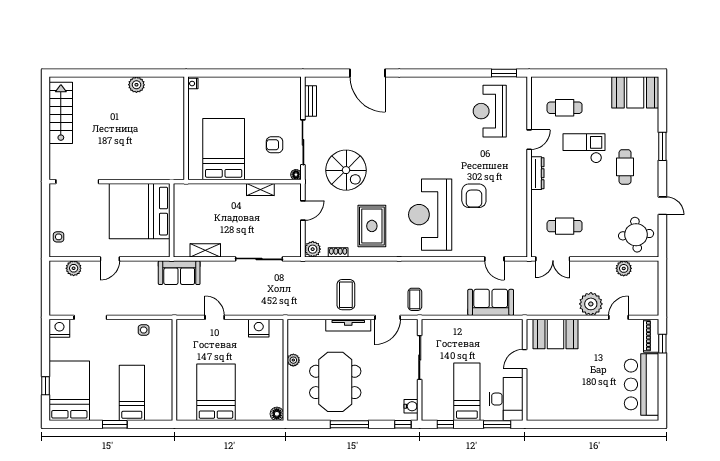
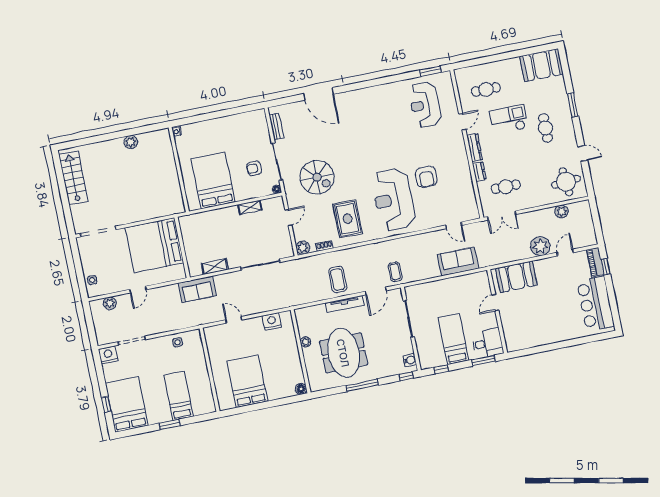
dresser: (537, 202) -> (479, 171), added
desk: (506, 399) -> (488, 343), width x0.73

